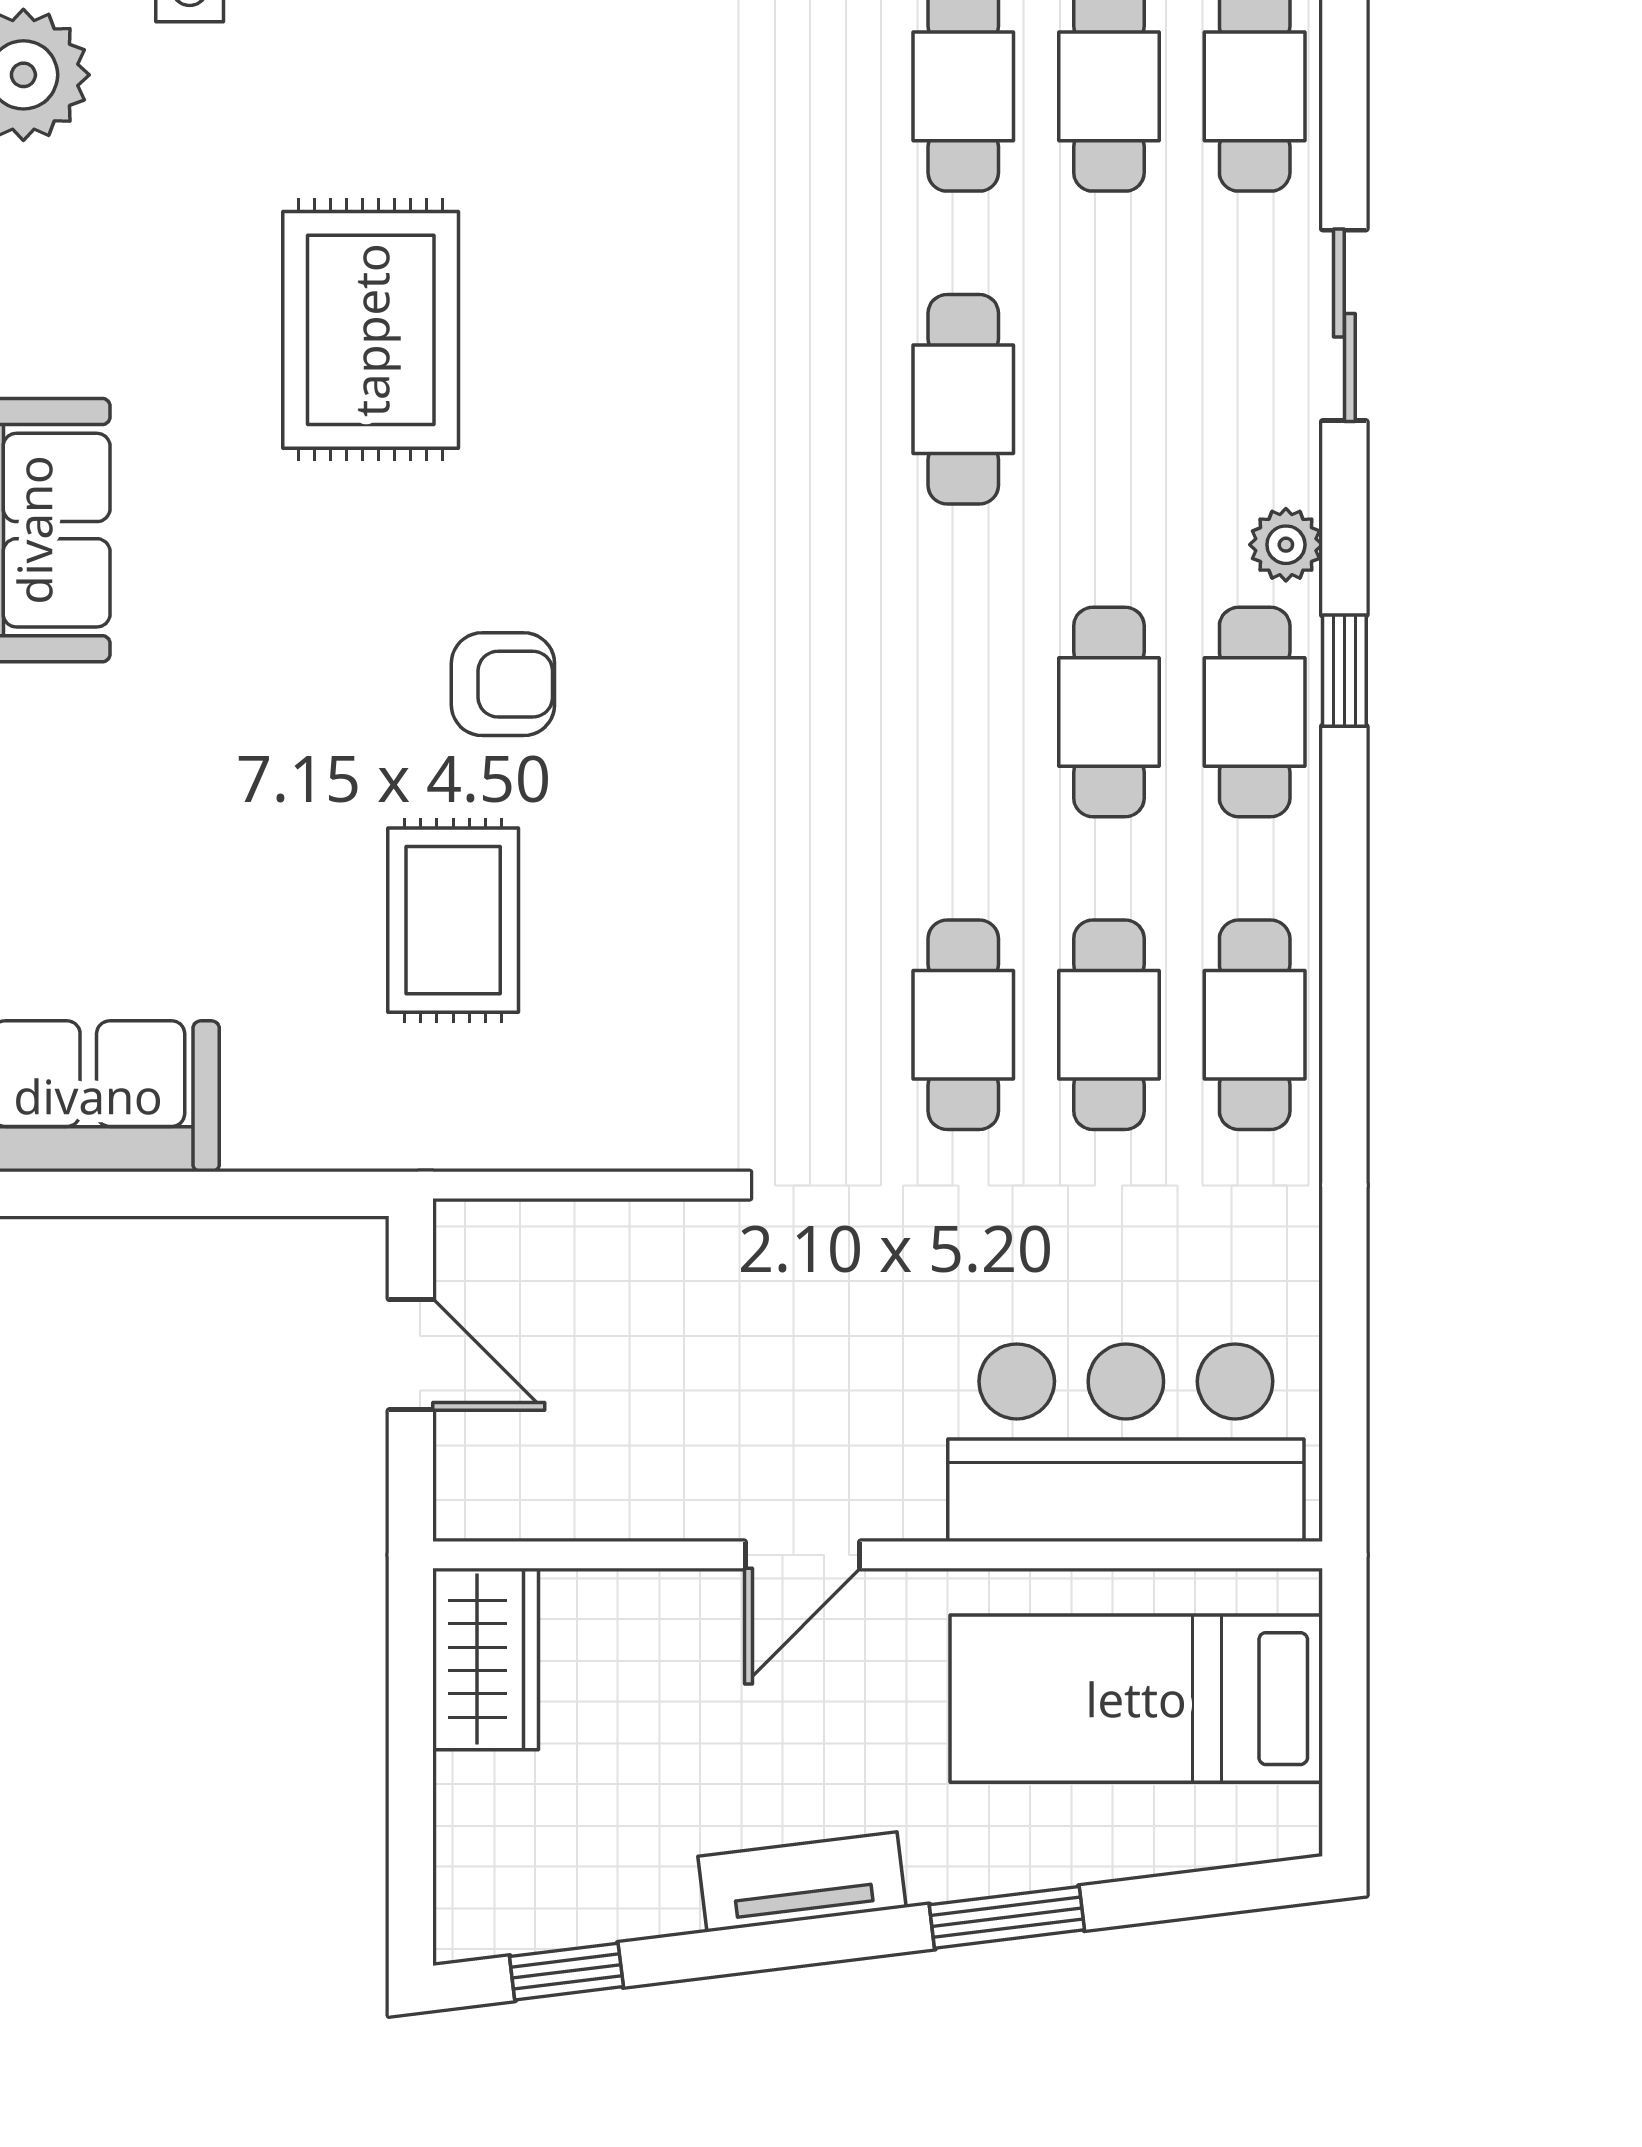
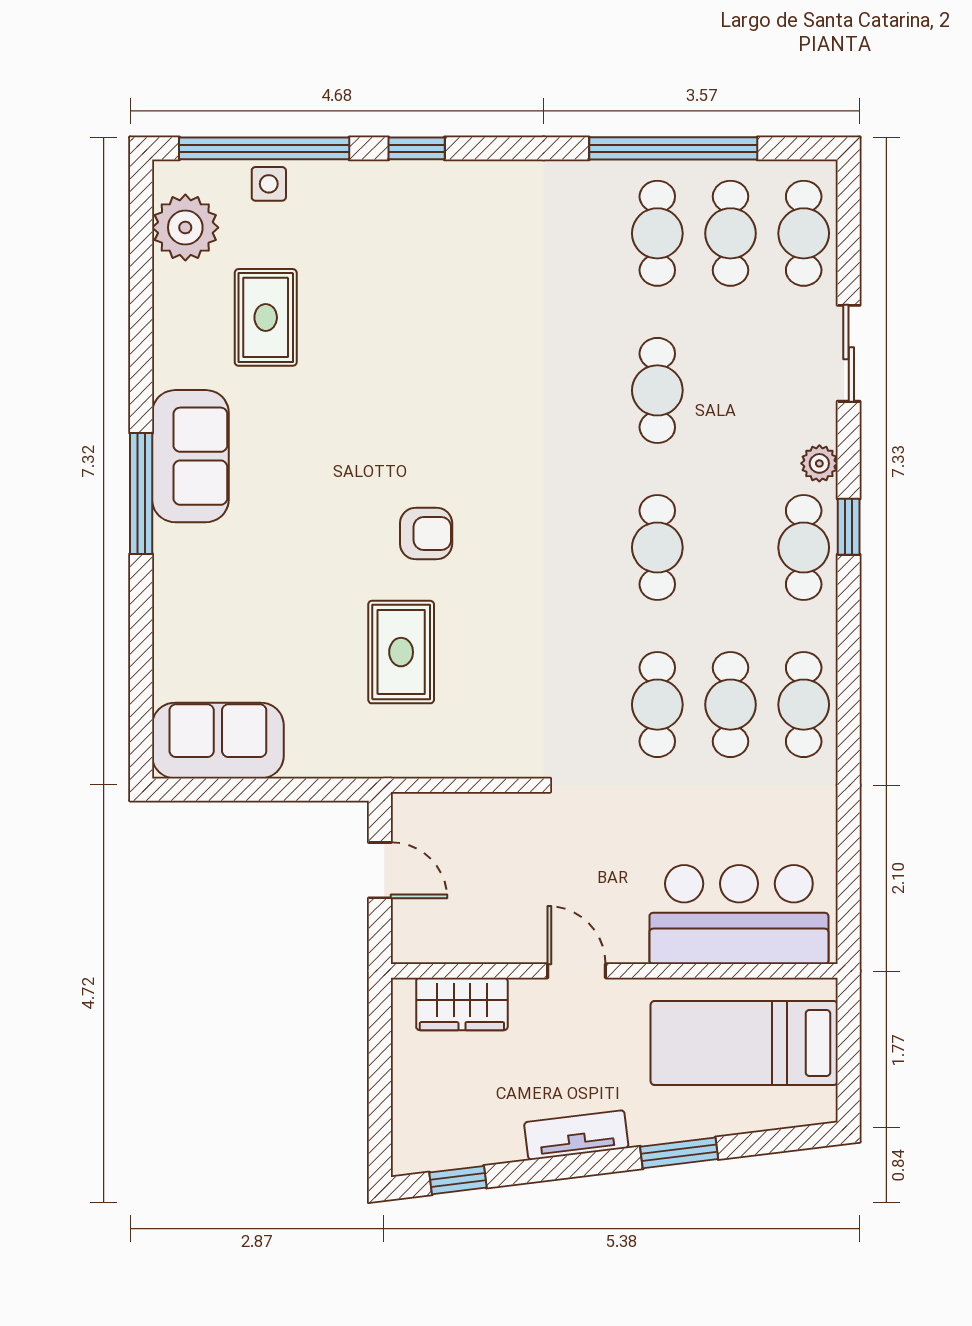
rug: (371, 330) -> (266, 317), moved, width x0.73, depth x0.70
cafe table: (1109, 712) -> (657, 548), moved
door: (802, 1555) -> (577, 971), swing flipped
wardrobe: (486, 1659) -> (462, 1004), moved, turned 90

